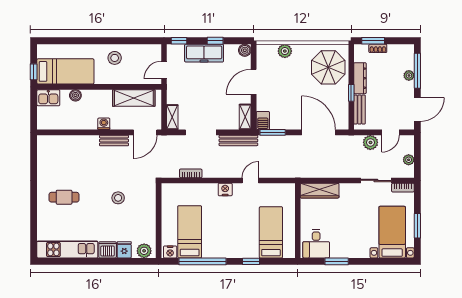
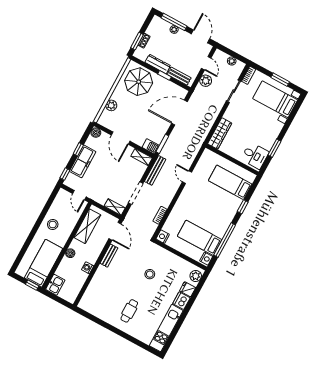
boiler: (75, 95) -> (70, 253), moved
washing machine: (104, 124) -> (88, 268), moved
nightstand: (225, 189) -> (163, 237), moved

